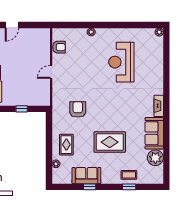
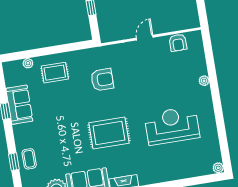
door: (51, 72) -> (145, 38), hinge flipped
rug: (110, 142) -> (109, 133), moved, turned 90

